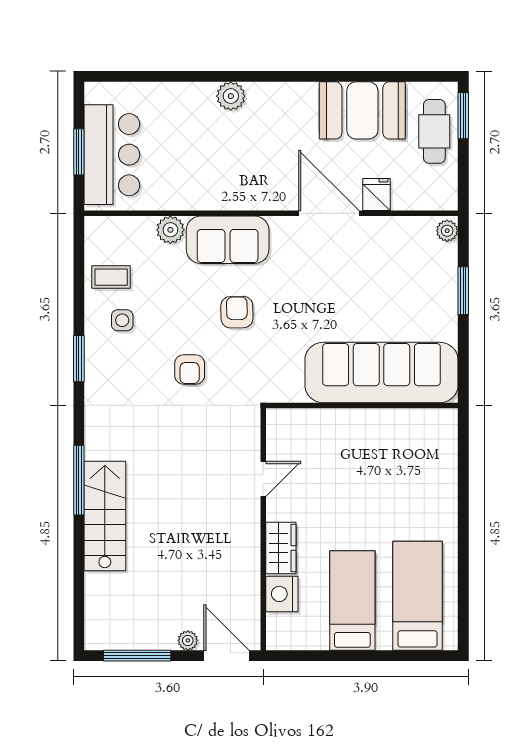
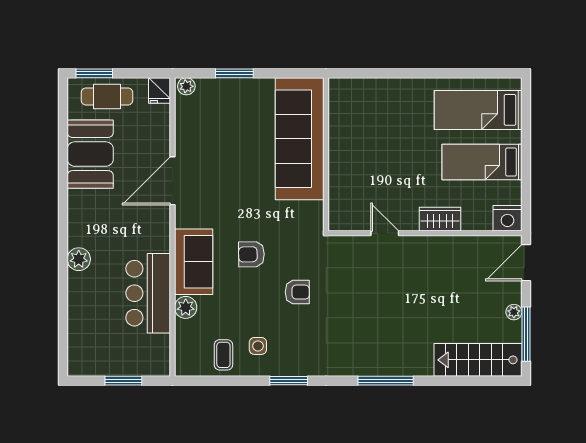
bar counter: (112, 155) -> (148, 293), moved, turned -90
fridge: (377, 195) -> (160, 90), moved, turned -90
stairs: (105, 516) -> (478, 360), moved
nightstand: (282, 594) -> (507, 218), moved
plant: (188, 640) -> (514, 312), moved

